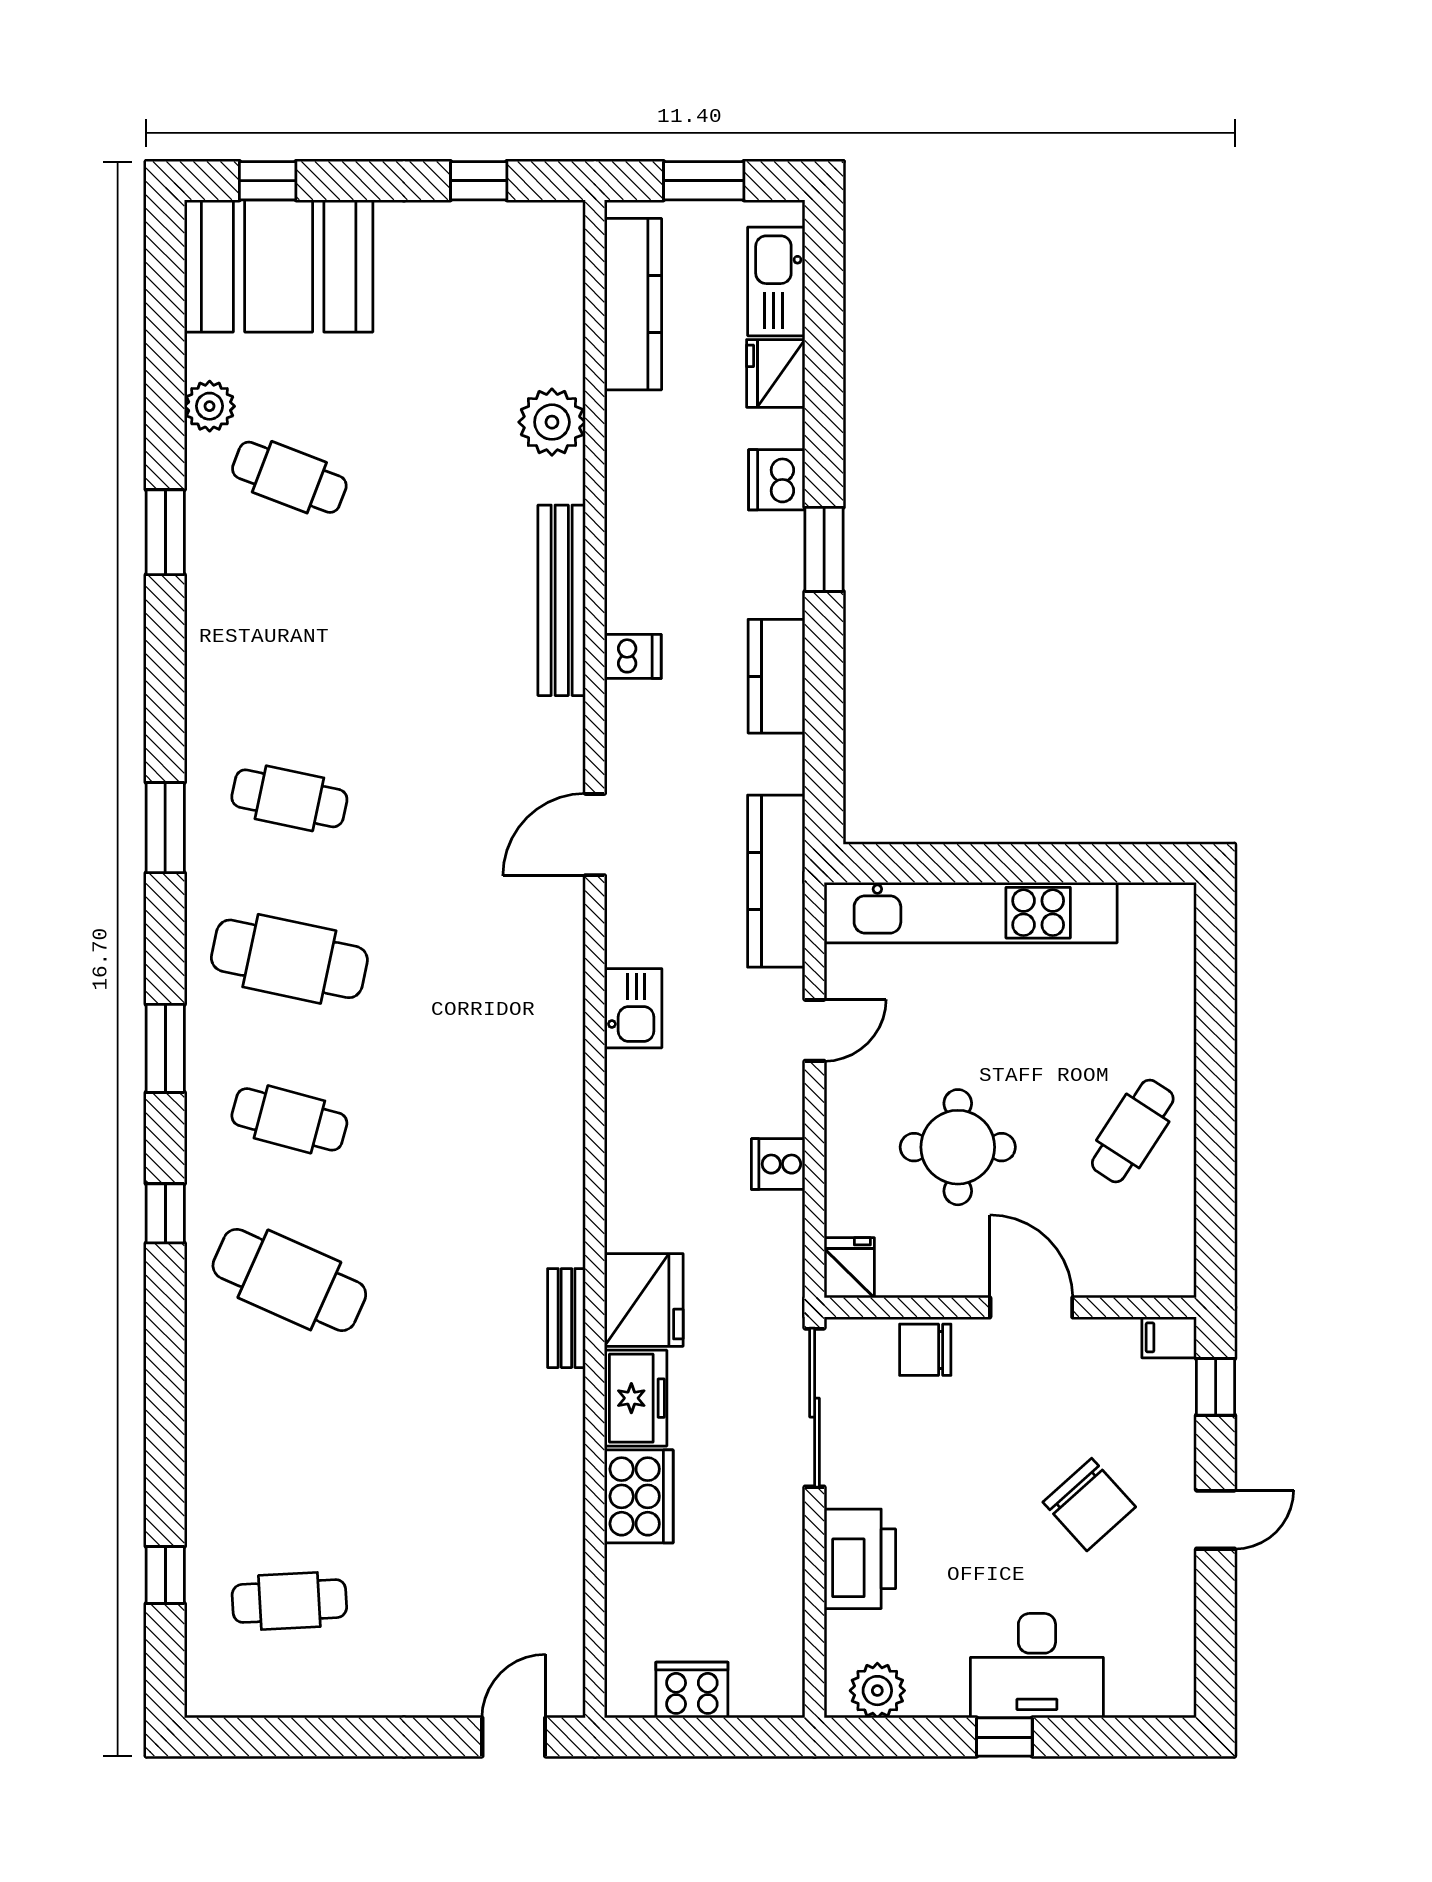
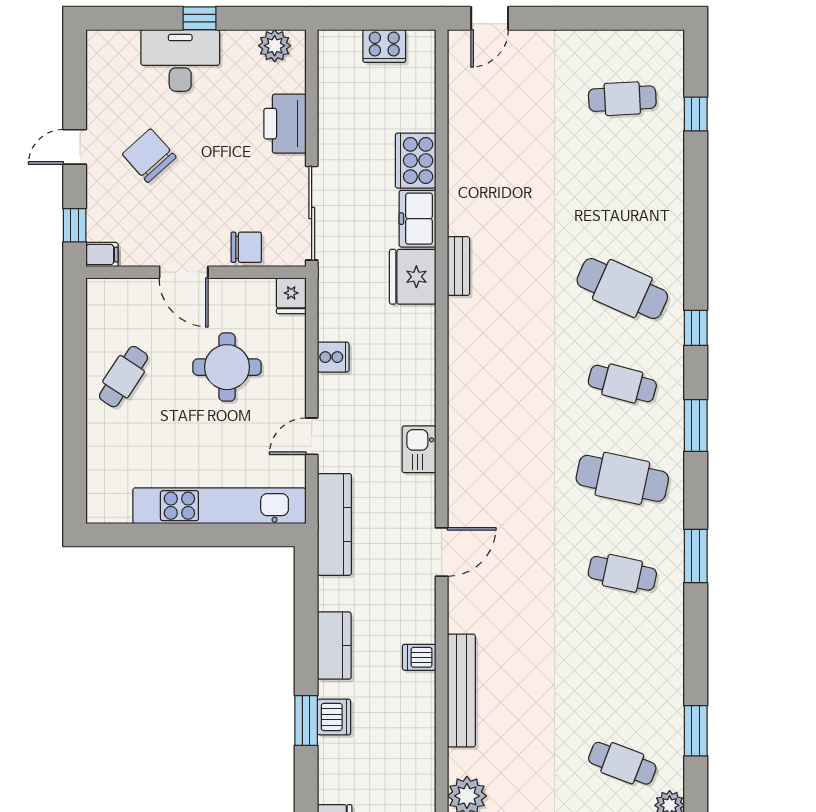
dishwasher: (777, 480) -> (334, 717), moved

